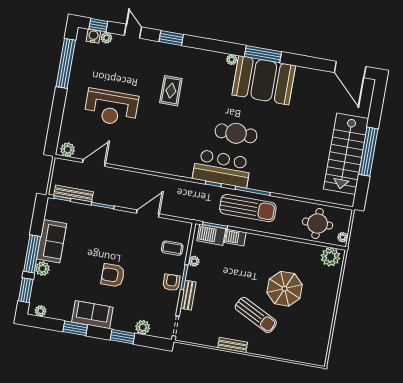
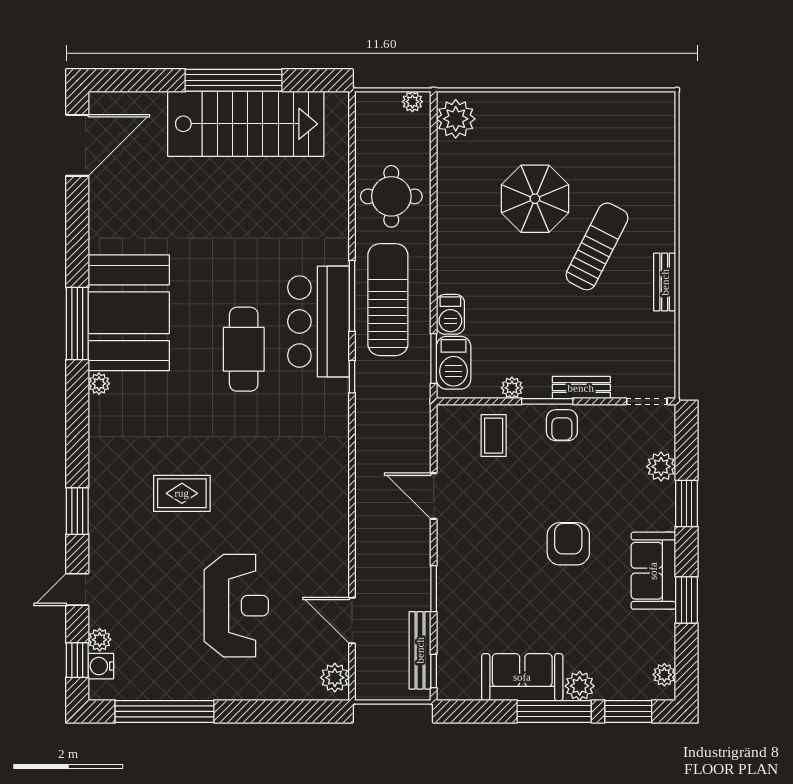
bar counter: (222, 169) -> (318, 322), moved
round table: (318, 224) -> (391, 196), moved
armchair: (113, 275) -> (568, 544), turned 180
armchair: (171, 282) -> (562, 425), turned -88

